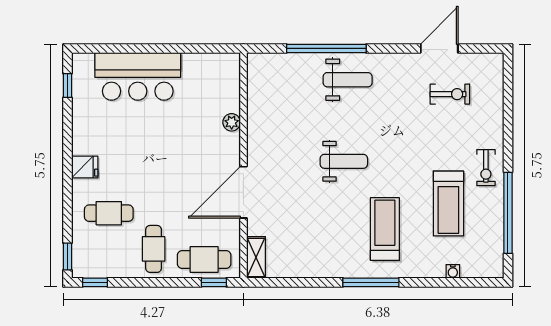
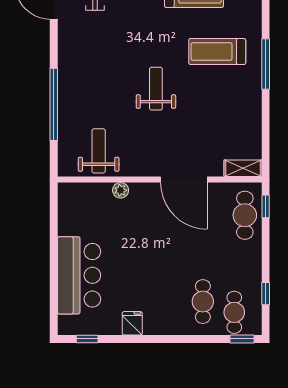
weight bench: (348, 80) -> (99, 151), moved
fridge: (85, 167) -> (132, 323), moved
cafe table: (154, 249) -> (234, 312), moved, turned 90
window: (95, 282) -> (266, 294), moved

